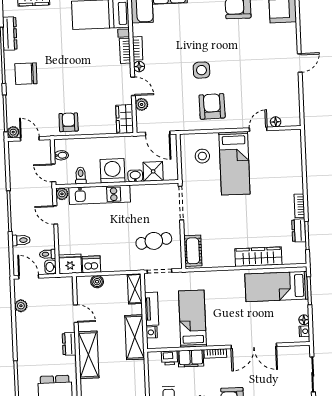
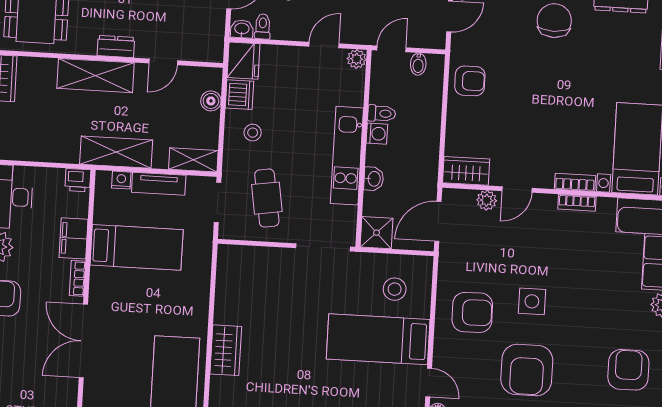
floor lamp: (139, 66) -> (548, 202), removed
armchair: (244, 69) -> (527, 370), added
washing machine: (112, 171) -> (377, 134), width x0.53, depth x0.53
shower: (153, 171) -> (377, 233), moved
toilet: (81, 176) -> (382, 113), moved
kitchen unit: (100, 195) -> (347, 156), moved
cot: (193, 251) -> (245, 259), removed
stool: (114, 254) -> (253, 133), added
wardrobe: (258, 257) -> (226, 350), width x0.67
printer: (169, 358) -> (78, 180), moved, turned -90

